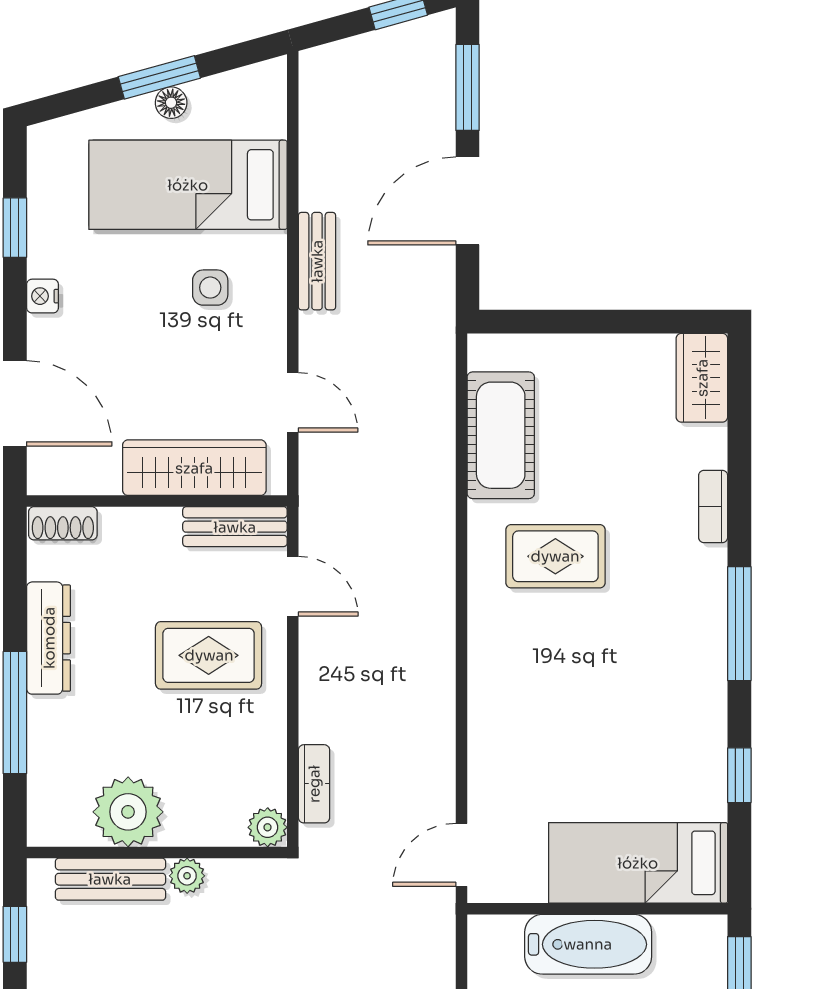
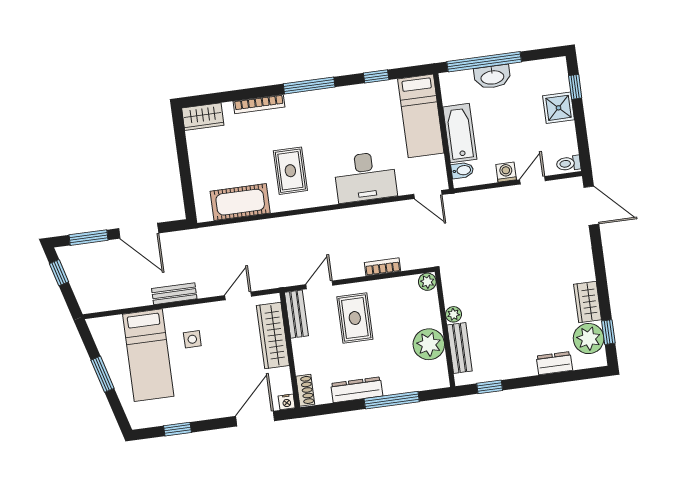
floor lamp: (171, 103) -> (113, 368), removed
nightstand: (43, 296) -> (287, 402), moved
bookcase: (713, 506) -> (259, 104), width x1.56
desk: (519, 721) -> (365, 177), added
bookcase: (314, 784) -> (382, 267), moved
bidet: (504, 939) -> (462, 170), added

